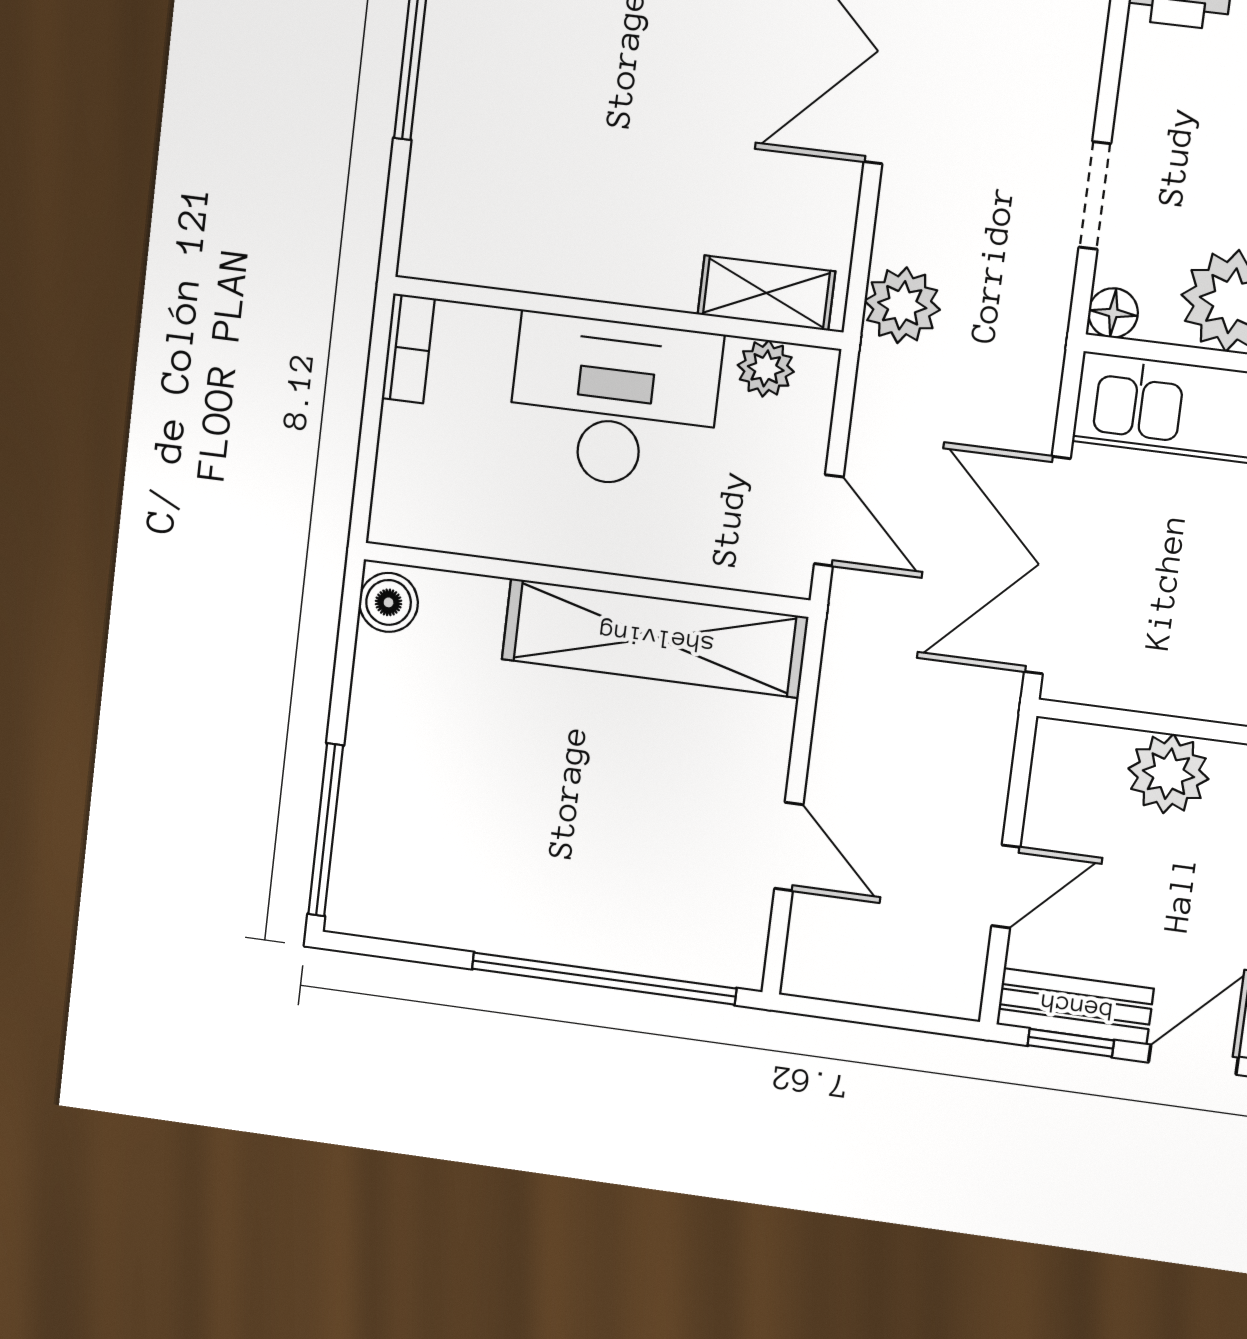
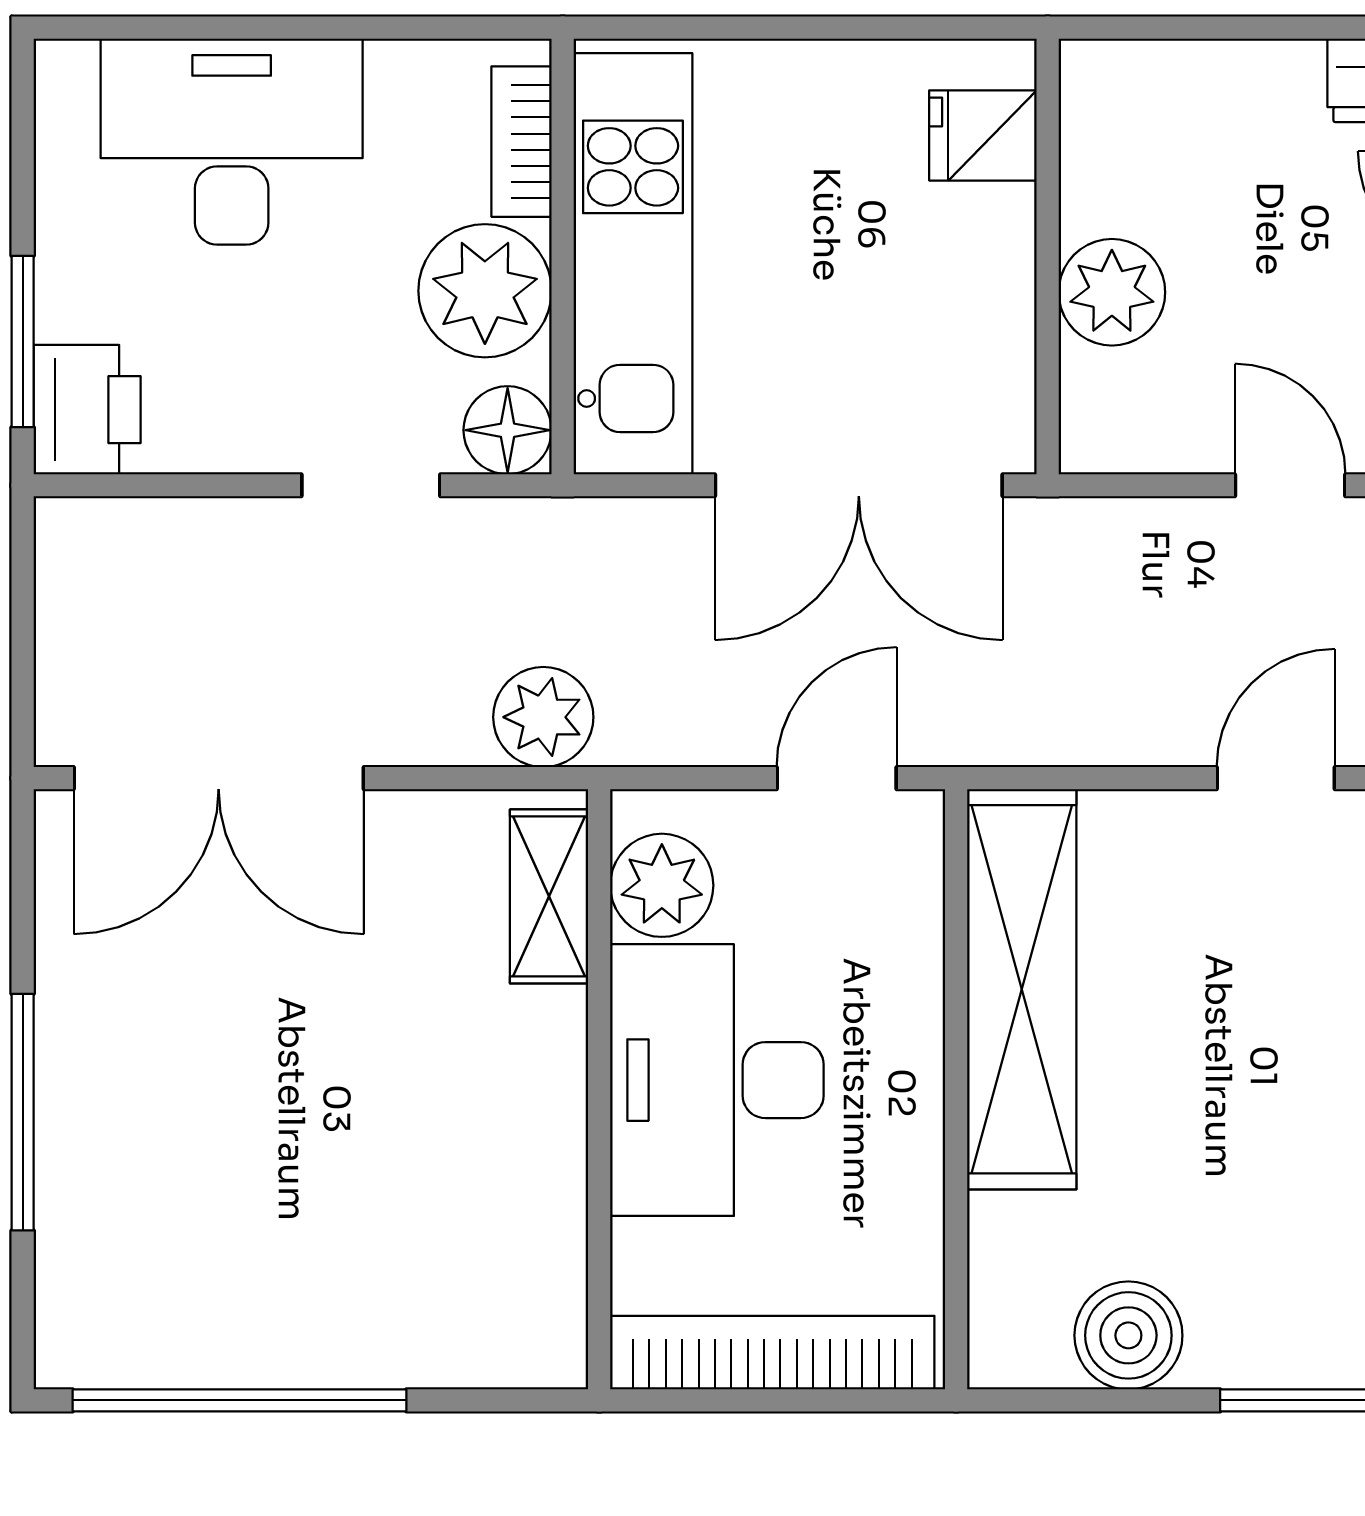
floor lamp: (1113, 313) -> (508, 430), width x1.37, depth x1.37
bookcase: (408, 348) -> (772, 1353), width x2.31, depth x1.31
plant: (766, 368) -> (662, 885), width x1.38, depth x1.38
boiler: (389, 602) -> (1128, 1335), moved, width x1.36, depth x1.36

